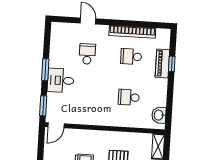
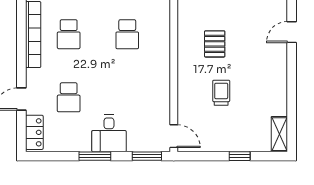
locker: (64, 29) -> (34, 132), added
school desk: (87, 54) -> (69, 97), turned -90

